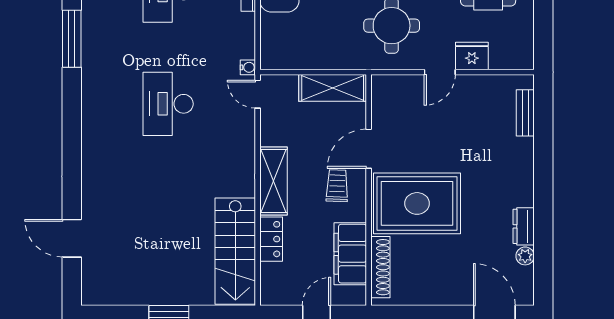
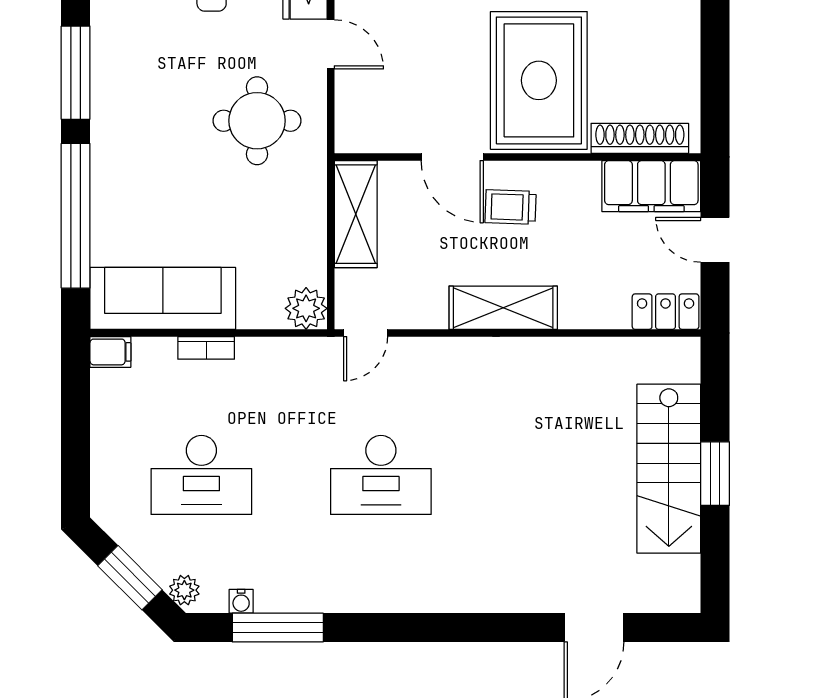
plant: (273, 57) -> (306, 308), added
water cooler: (248, 67) -> (241, 601), moved, turned 180
locker: (271, 239) -> (666, 312), moved
stairs: (235, 251) -> (669, 469), moved, turned 90
filing cabinet: (350, 254) -> (651, 186), moved

